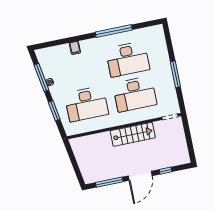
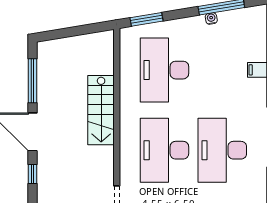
window: (54, 111) -> (147, 19), moved
stairs: (133, 134) -> (101, 110), moved

